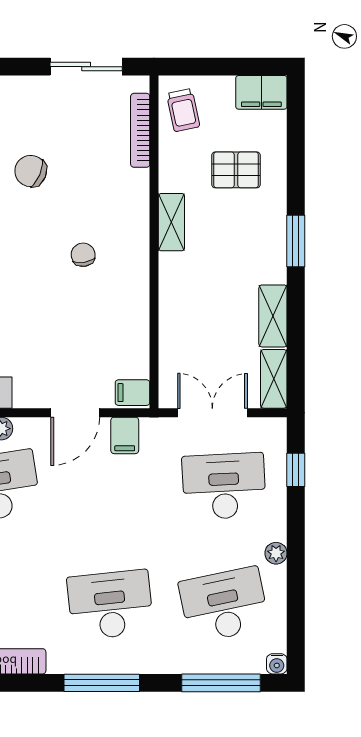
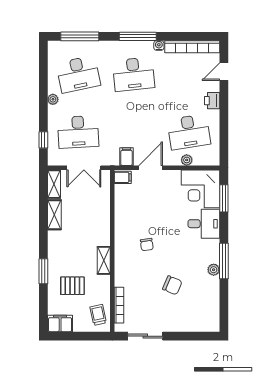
window: (296, 241) -> (43, 271), moved
water cooler: (277, 664) -> (159, 46), moved

